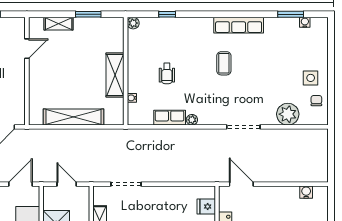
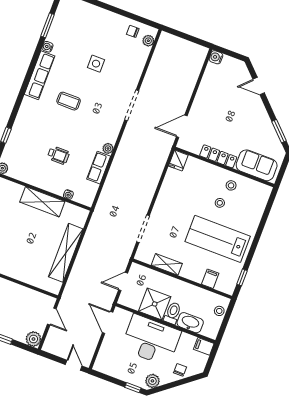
water cooler: (305, 22) -> (47, 47), moved
side table: (311, 78) -> (96, 64), moved
plant: (288, 114) -> (148, 41), moved, width x0.53, depth x0.53
water cooler: (306, 192) -> (216, 57), moved
fridge: (206, 207) -> (178, 161), moved

